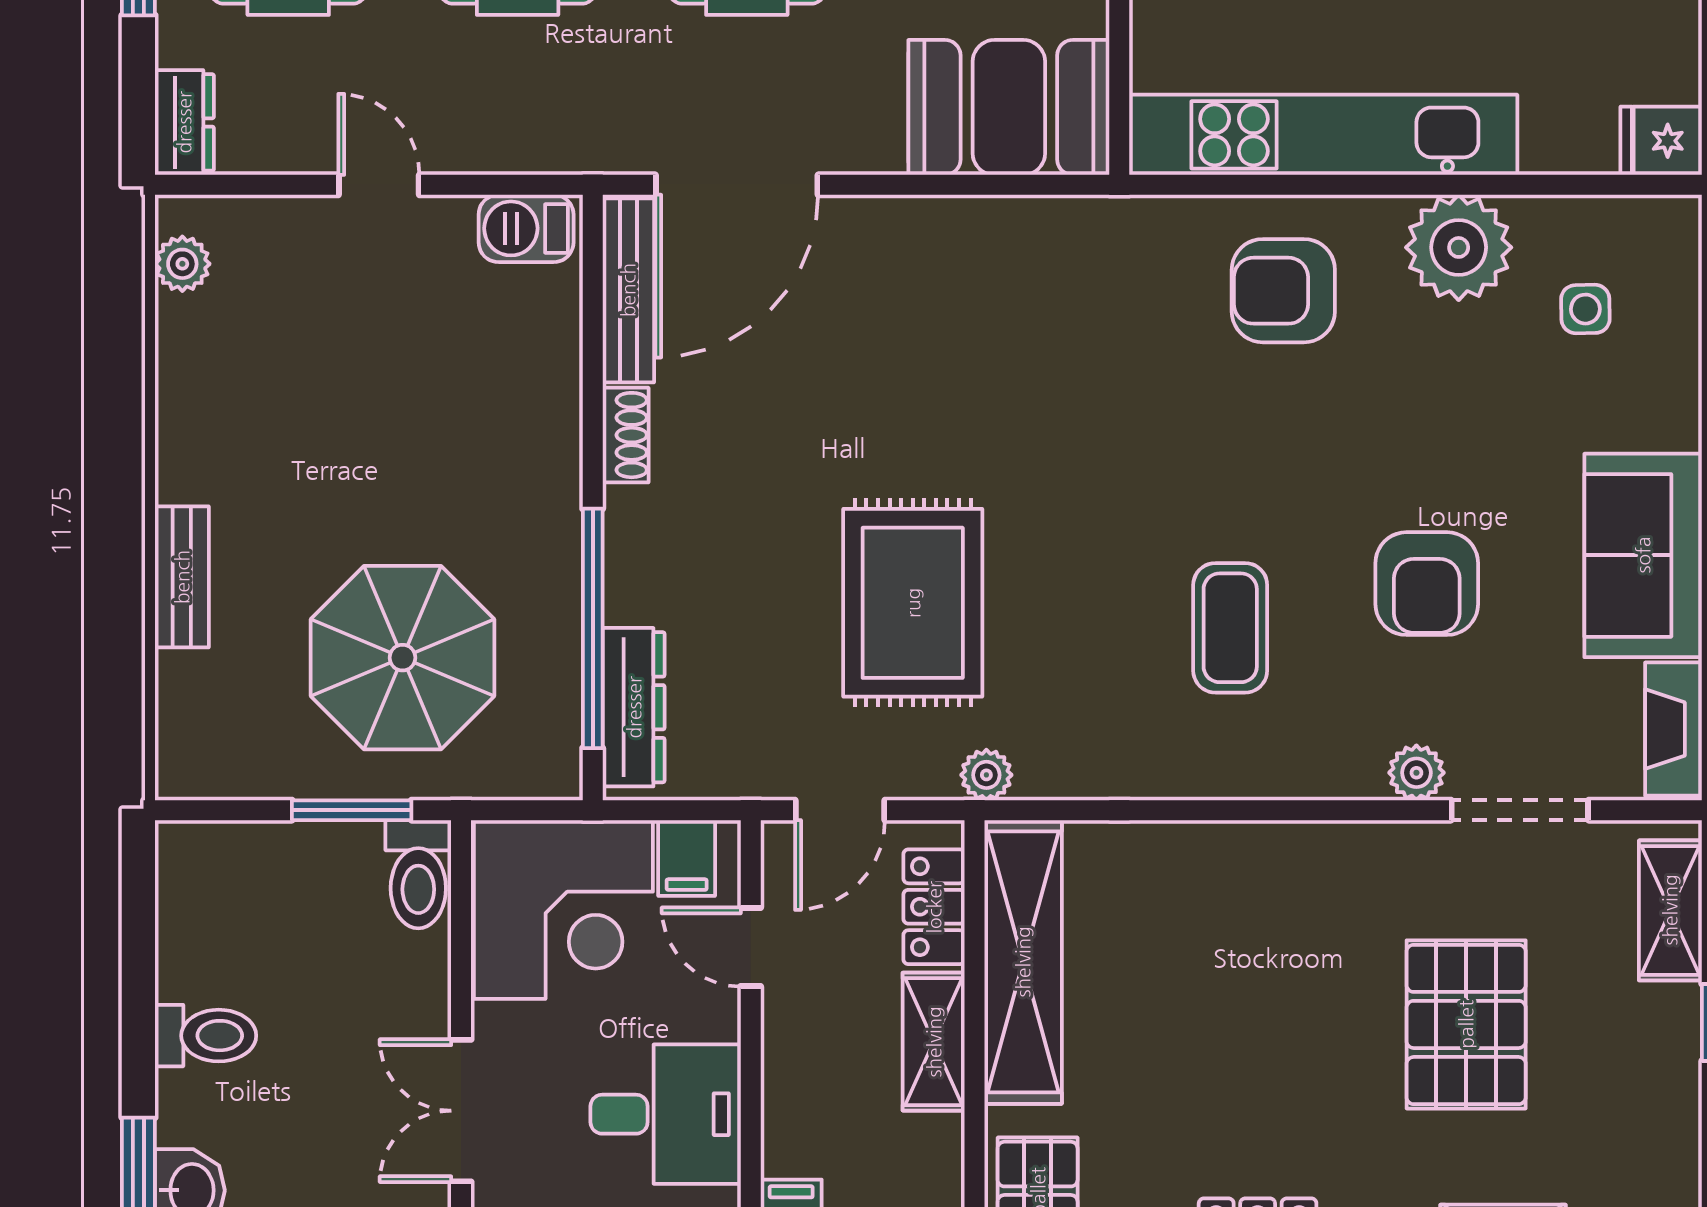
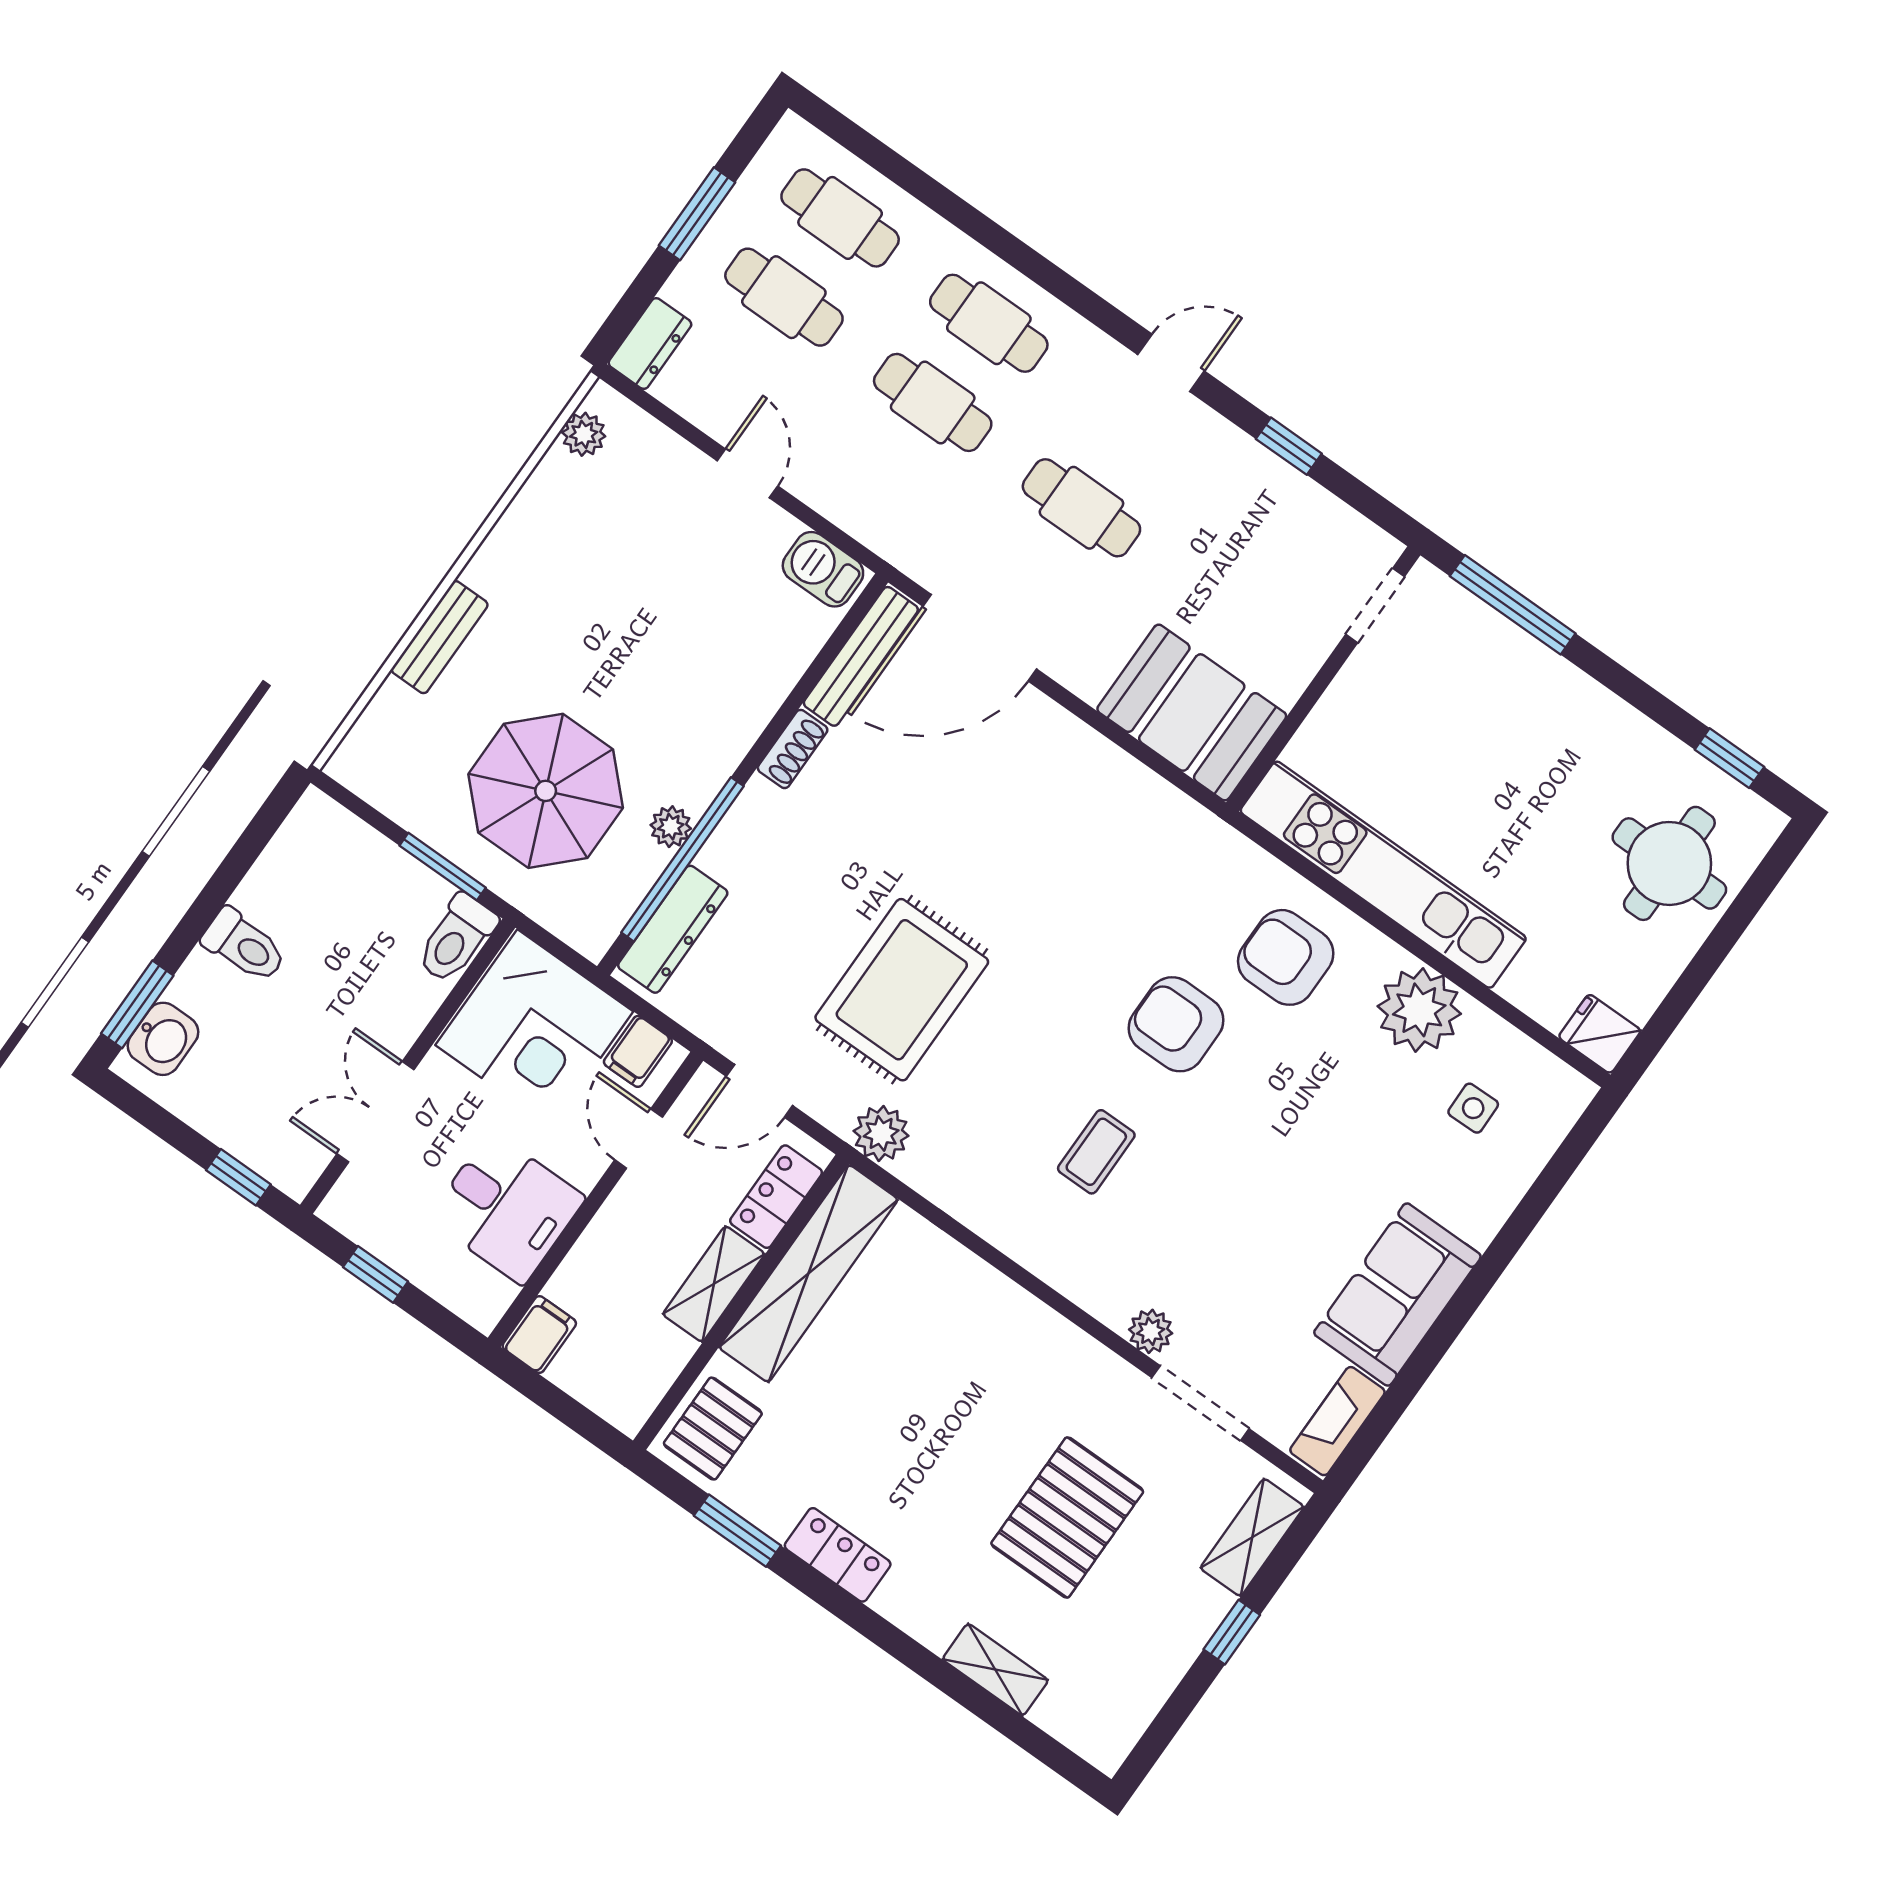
armchair: (1427, 584) -> (1176, 1024), moved, turned 90
plant: (557, 603) -> (671, 827), added
coffee table: (1230, 628) -> (1096, 1152), width x0.73, depth x0.77
plant: (986, 775) -> (881, 1133), width x1.38, depth x1.38

